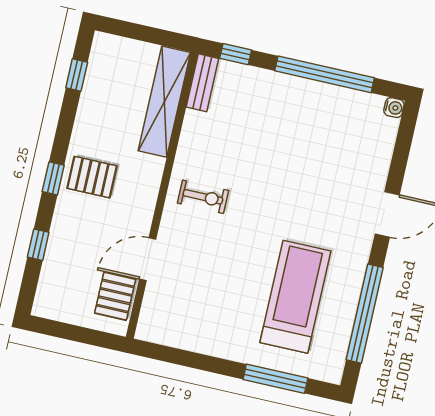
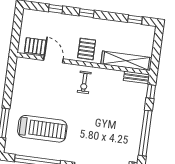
pallet: (92, 177) -> (87, 49), moved

